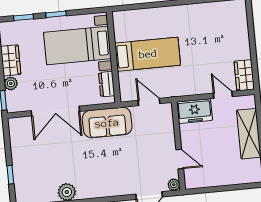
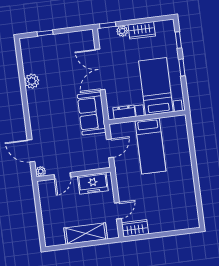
freezer: (195, 111) -> (93, 183), moved, turned -90

